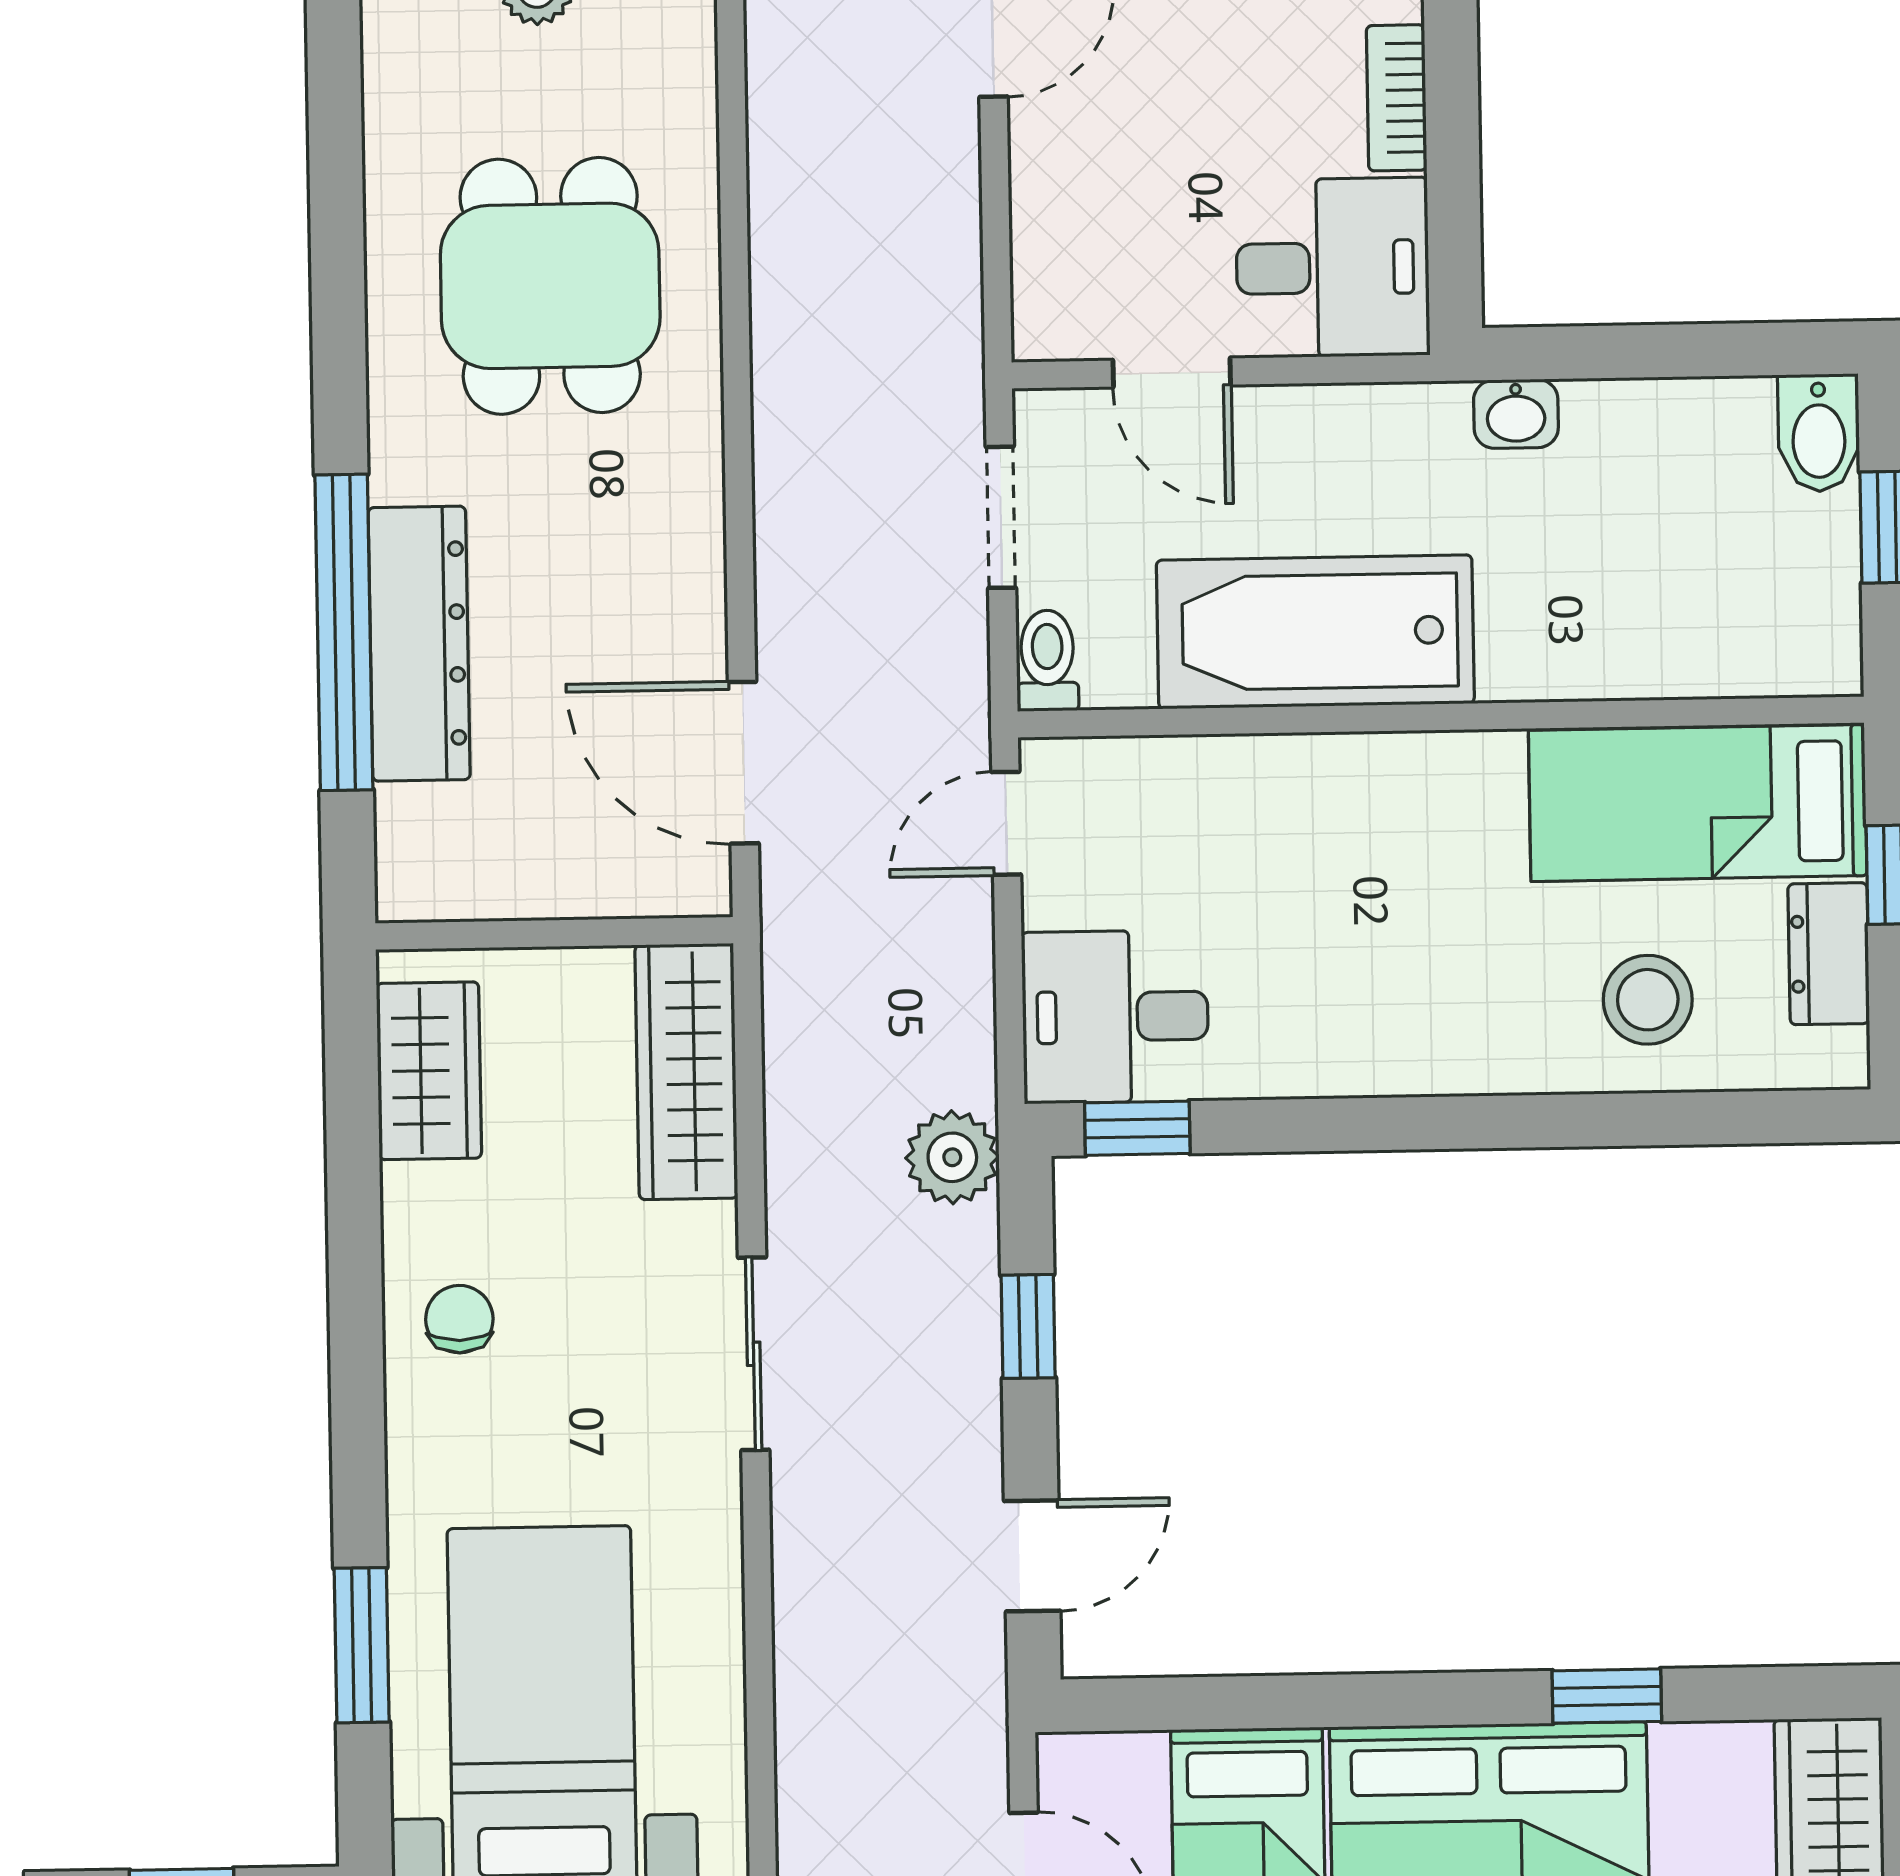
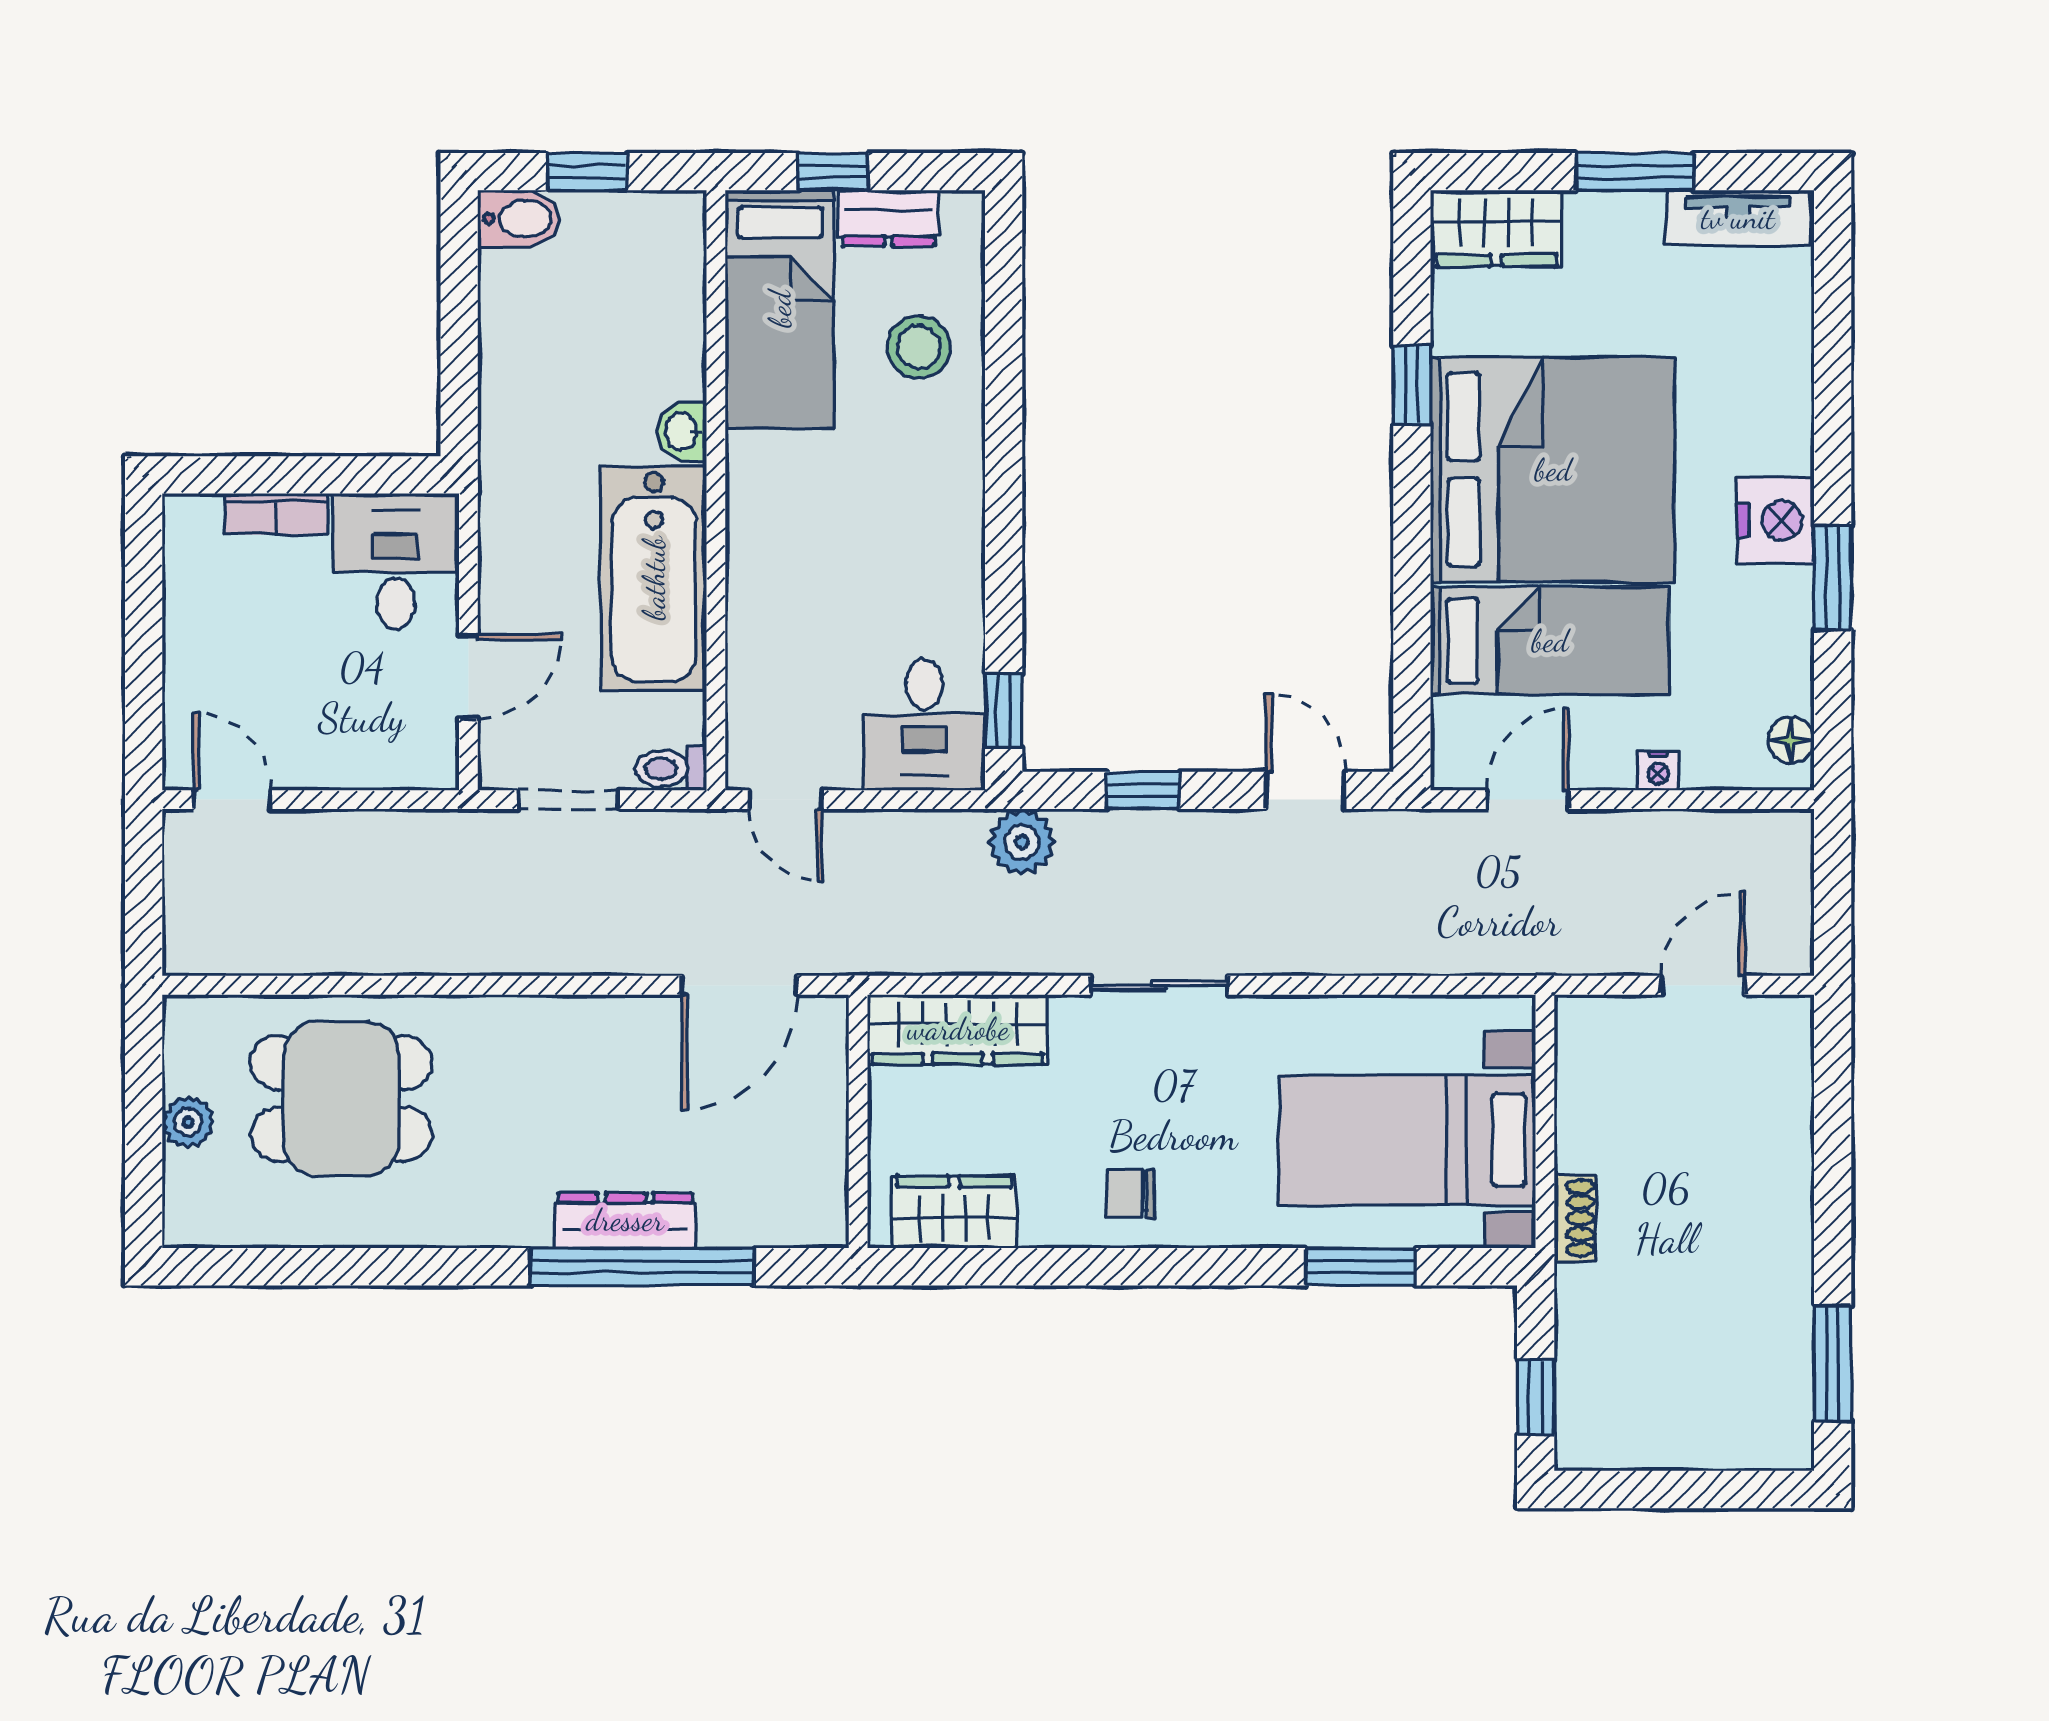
dining table: (550, 286) -> (341, 1098), moved
washbasin: (1516, 414) -> (682, 431), moved, turned 180
dresser: (419, 644) -> (625, 1220), width x0.73, depth x0.80

